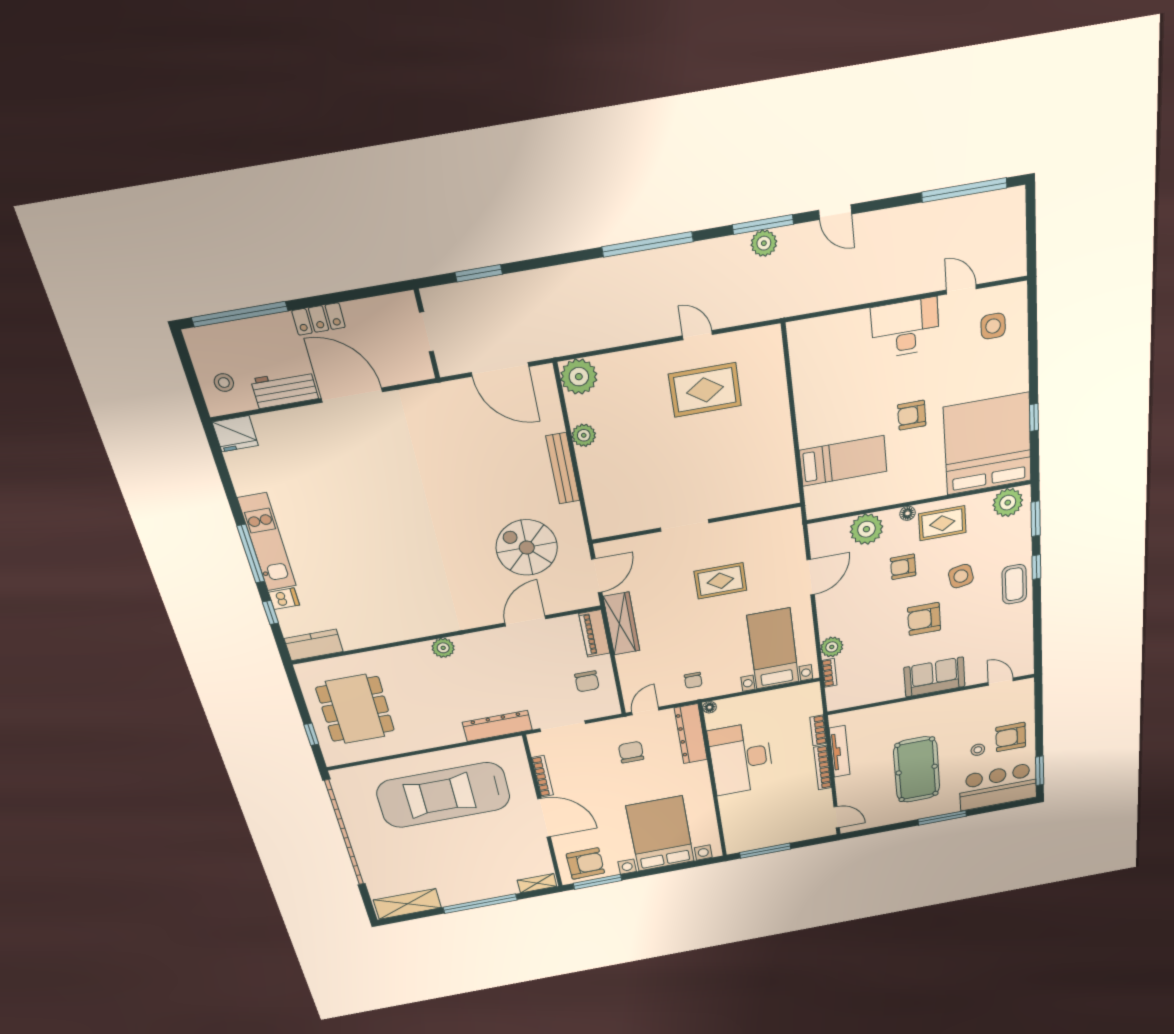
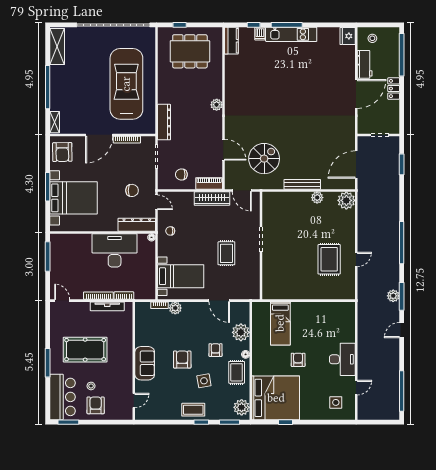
door: (837, 817) -> (62, 301), swing flipped
window: (598, 882) -> (48, 187), moved

